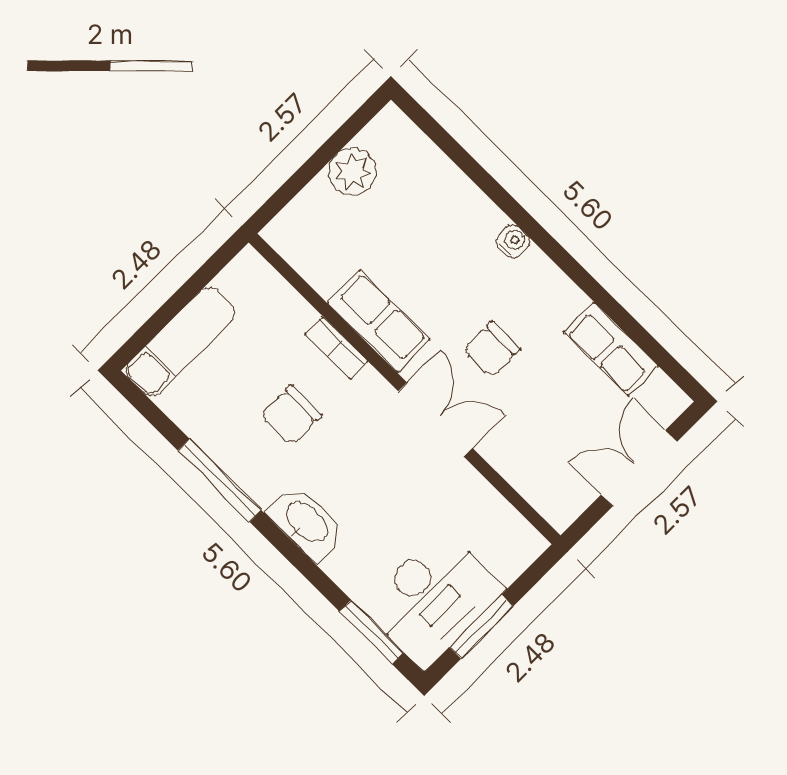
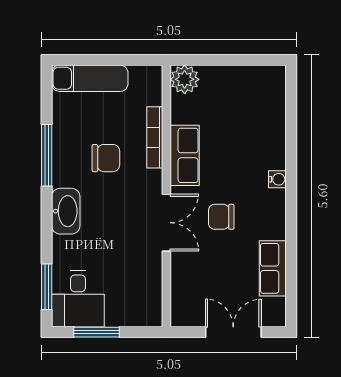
plant: (352, 172) -> (185, 79), moved
bookcase: (336, 348) -> (155, 137), width x1.56
chair: (291, 415) -> (106, 158), turned 180
desk: (433, 598) -> (78, 299), width x0.73

